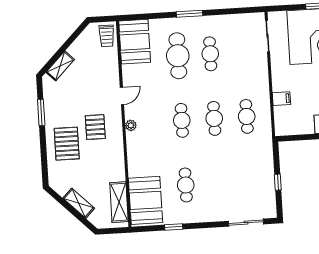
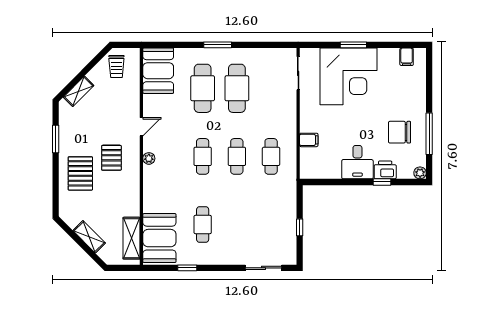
trolley: (107, 36) -> (116, 66), moved
cafe table: (210, 54) -> (237, 88), width x1.37, depth x1.35

